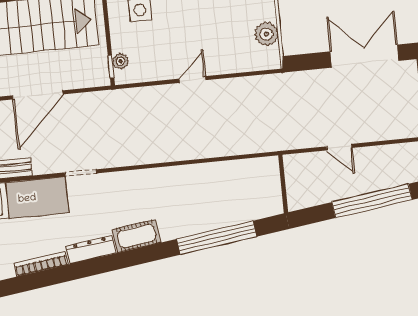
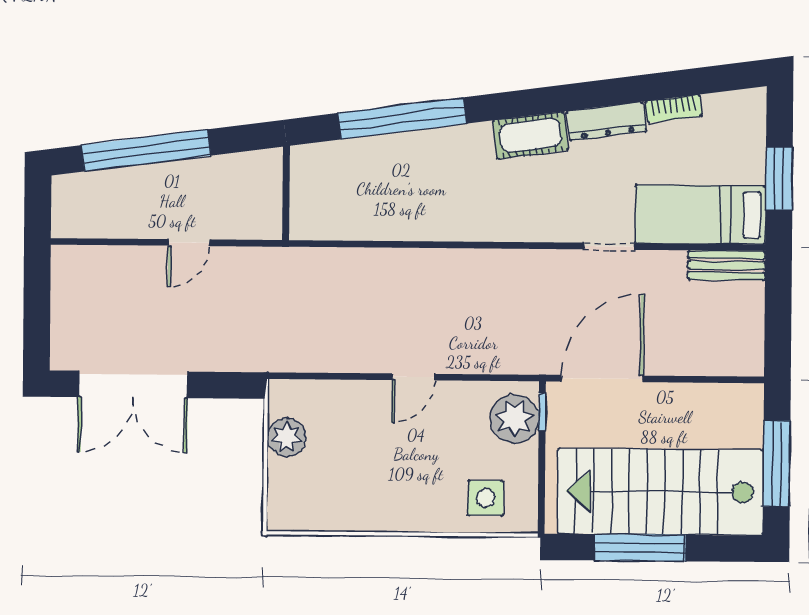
plant: (121, 61) -> (514, 419), width x1.88, depth x1.88
door: (38, 95) -> (602, 379), moved
door: (339, 147) -> (189, 243), swing flipped
bookcase: (41, 264) -> (674, 109), width x0.64

